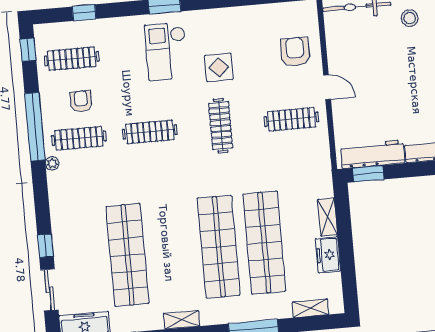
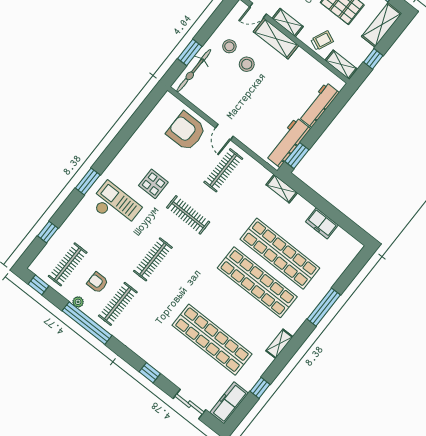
stool: (408, 49) -> (247, 64), added
checkout: (166, 51) -> (115, 206), turned 180
armchair: (295, 52) -> (186, 131), width x1.36, depth x1.36
door: (327, 87) -> (224, 132), swing flipped
plant: (52, 163) -> (78, 302), moved
shelving: (328, 217) -> (282, 189), moved
window: (45, 246) -> (150, 373), moved
shelving: (310, 308) -> (343, 263), removed

